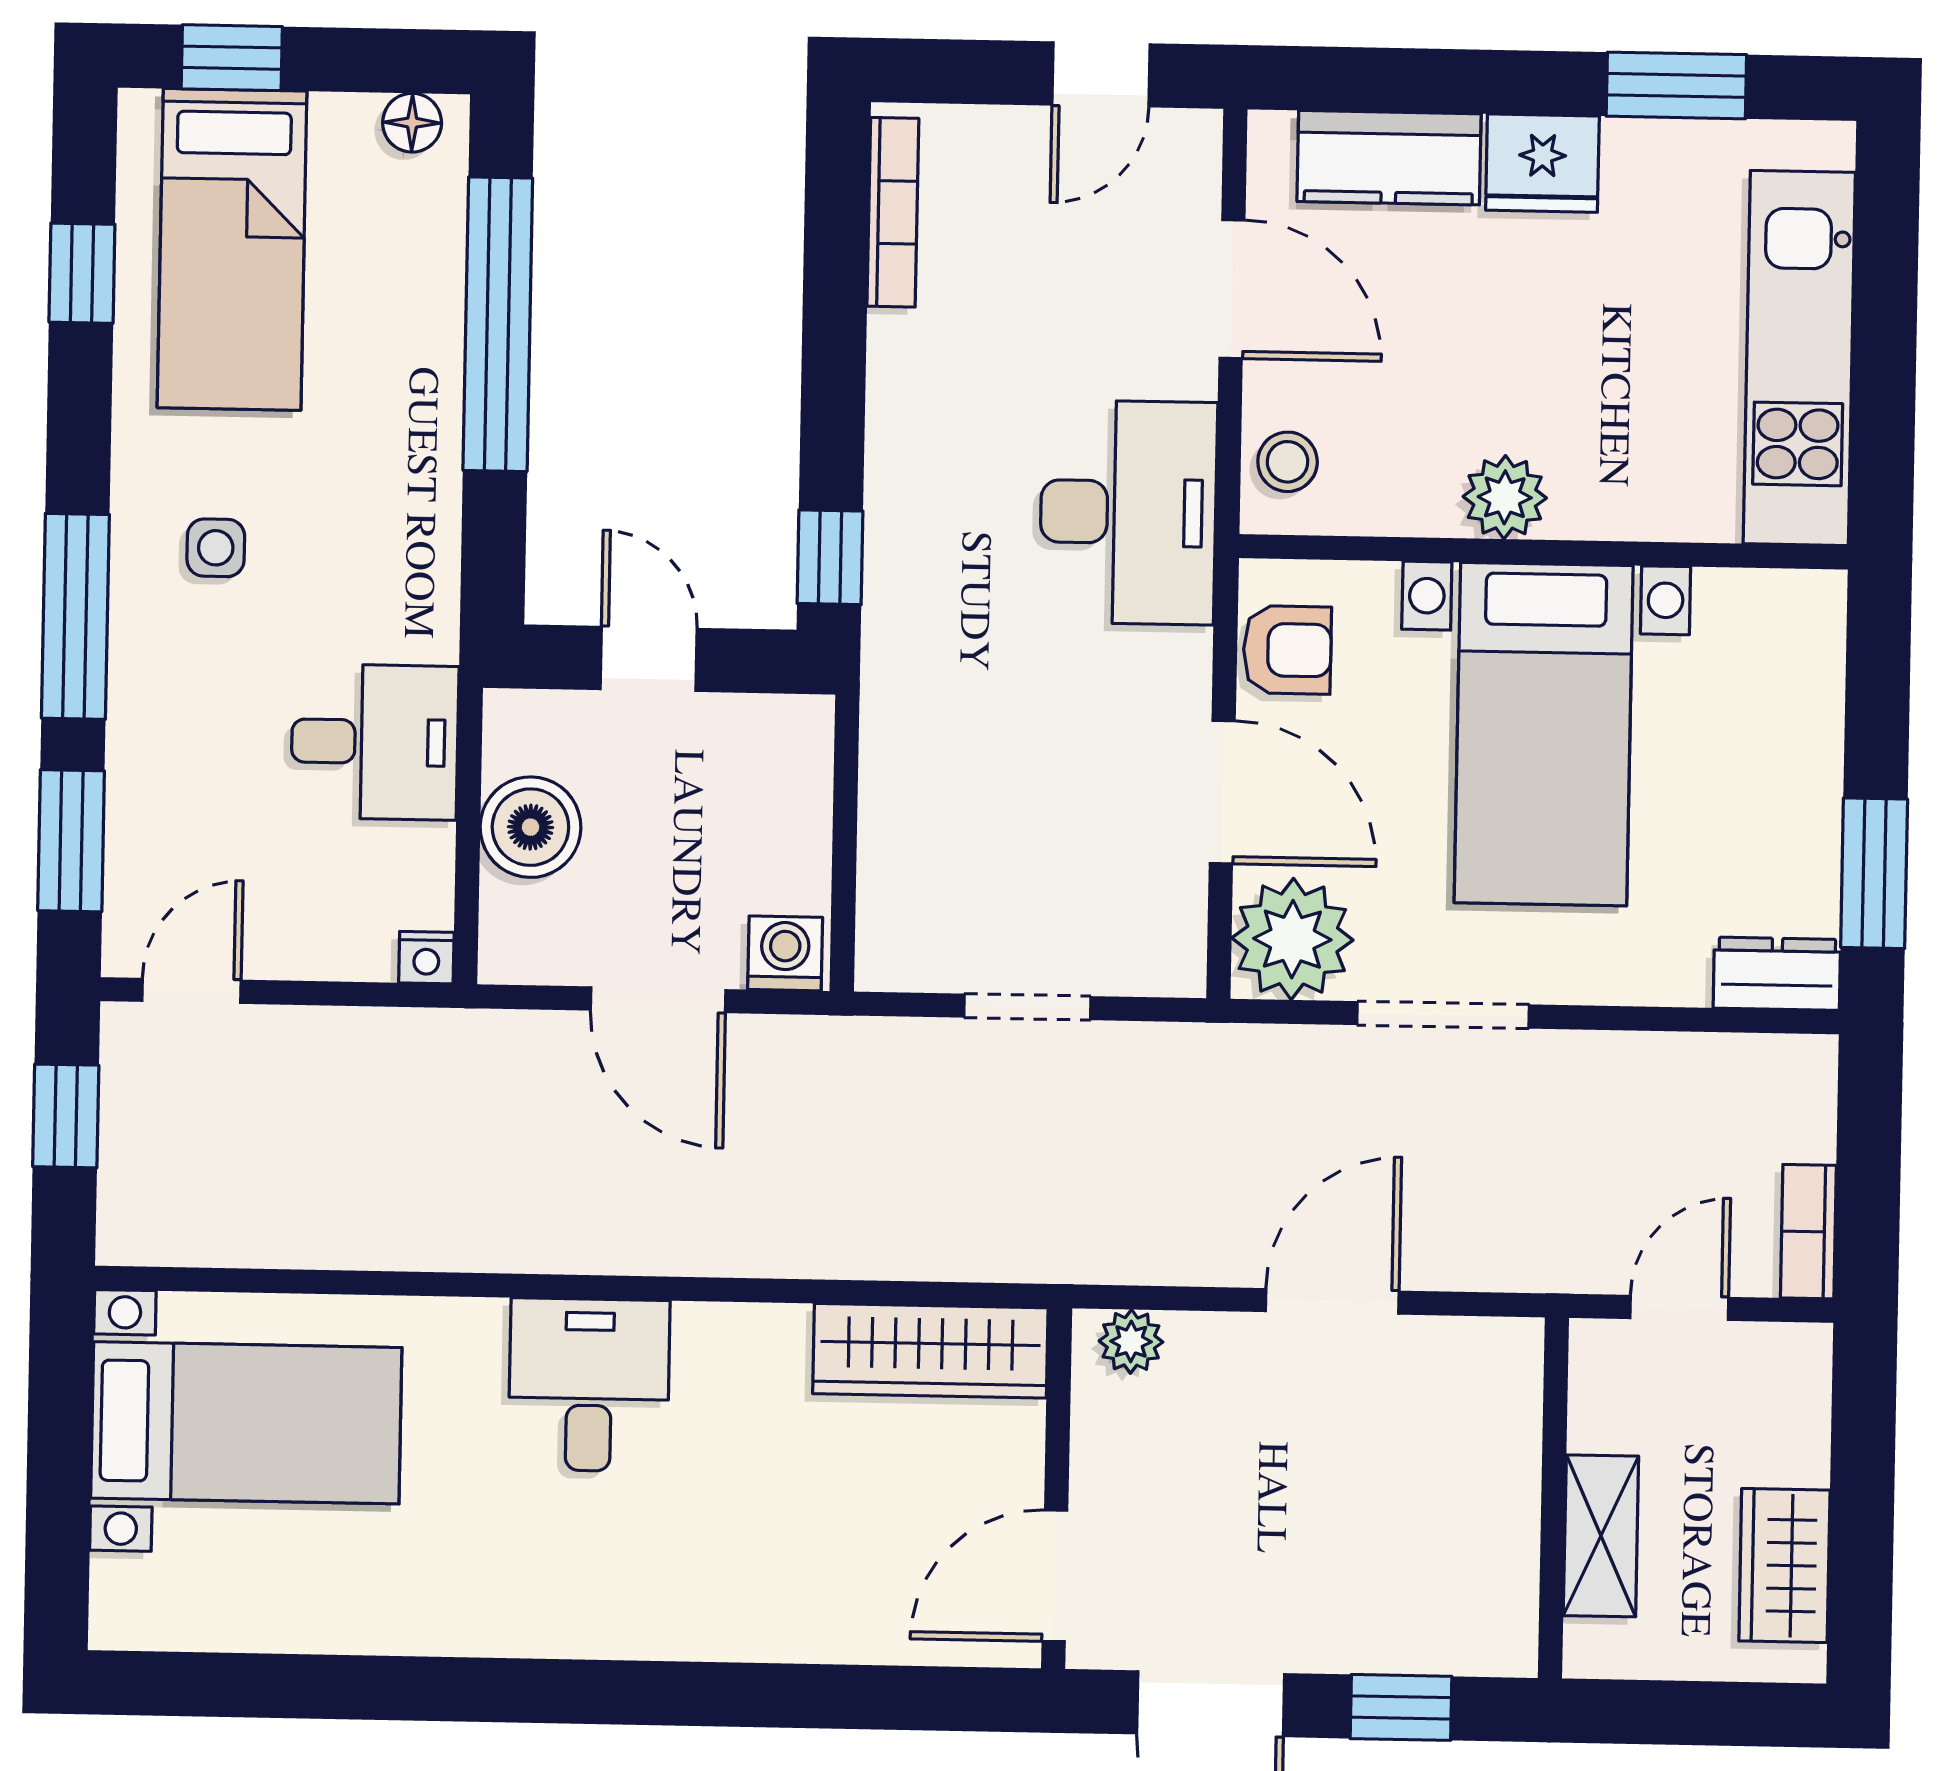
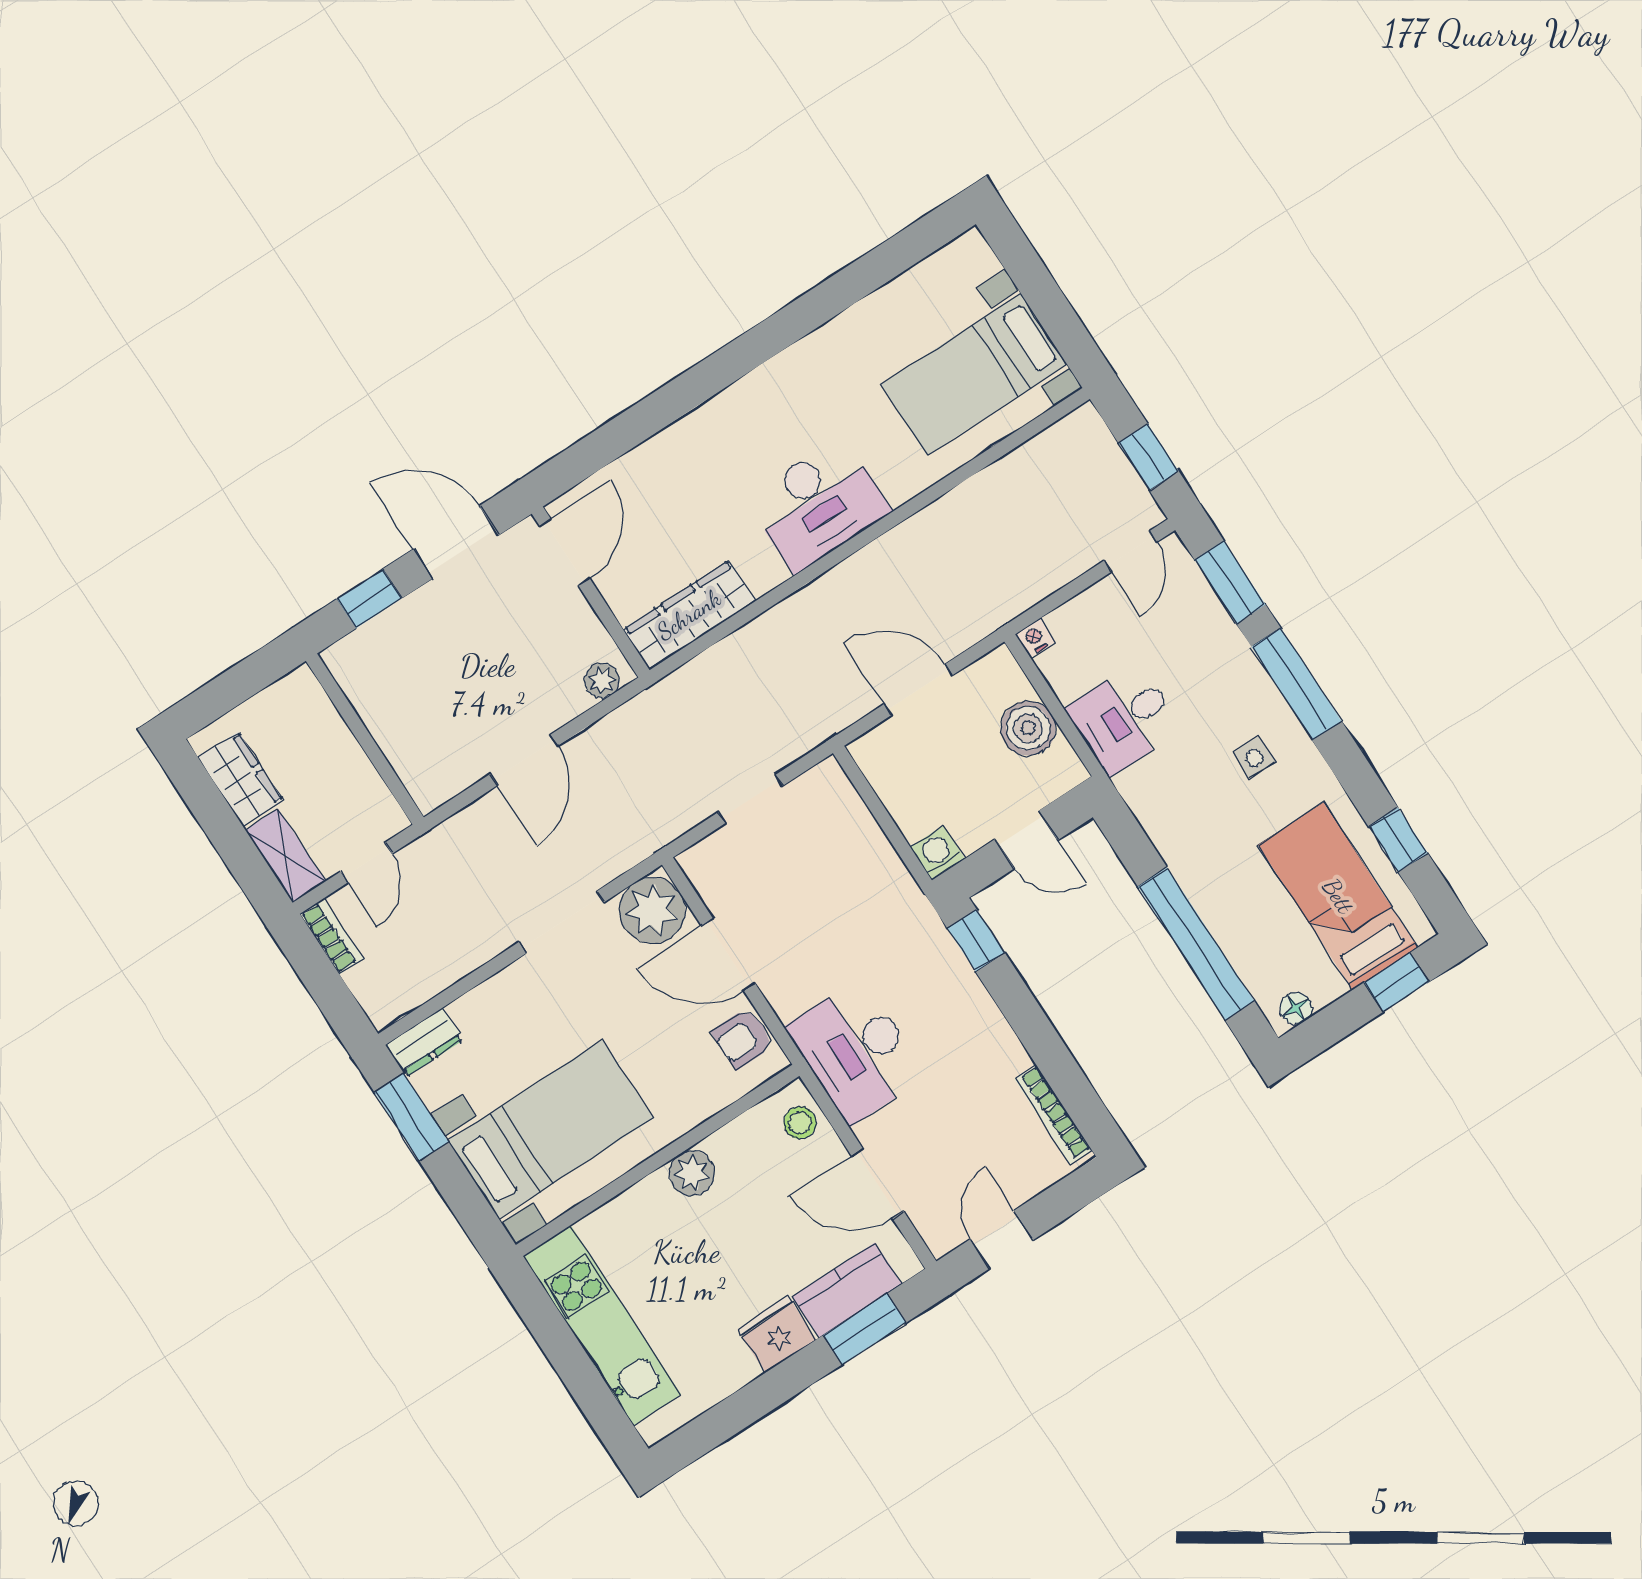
window: (1676, 85) -> (865, 1329), moved
bed with nightstands: (1544, 734) -> (550, 1129), moved, turned 90
washing machine: (785, 953) -> (938, 853), moved, turned 180
desk: (589, 1385) -> (818, 505), width x1.37
shelving: (1601, 1536) -> (285, 856), moved

